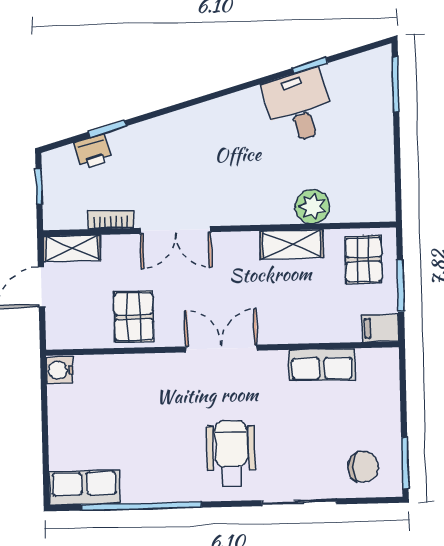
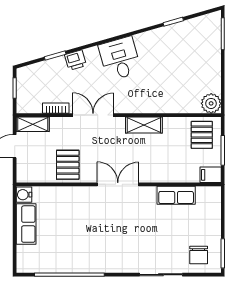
desk: (299, 107) -> (120, 59), moved
printer: (93, 152) -> (75, 60), moved
plant: (312, 206) -> (211, 103), moved
double door: (176, 230) -> (93, 115), swing flipped
shelving: (292, 244) -> (144, 125), moved
wheelchair: (231, 453) -> (122, 245), removed
chair: (363, 467) -> (199, 255), turned 90
row of seats: (84, 488) -> (26, 224), moved, turned 90

